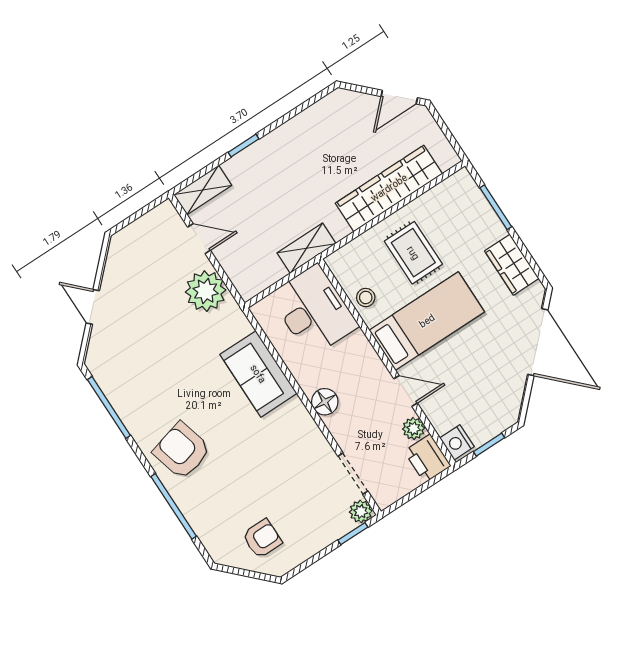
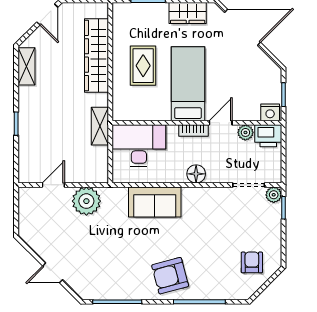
shelving: (203, 190) -> (26, 66), moved
rug: (413, 253) -> (143, 66), turned 90
stool: (366, 297) -> (151, 110), removed
bookcase: (375, 364) -> (193, 131), added

